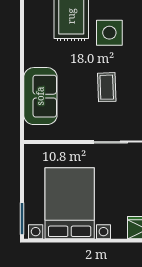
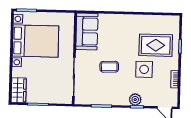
sofa: (40, 96) -> (87, 31), moved, turned -90

